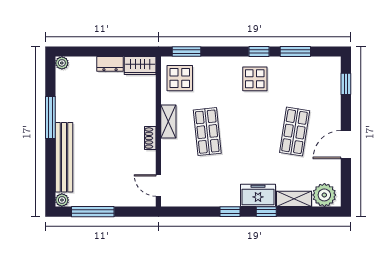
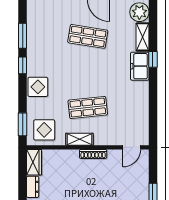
display table: (255, 79) -> (38, 87), moved
shoe rack: (150, 138) -> (93, 154), width x1.43
window: (230, 212) -> (153, 89), removed

